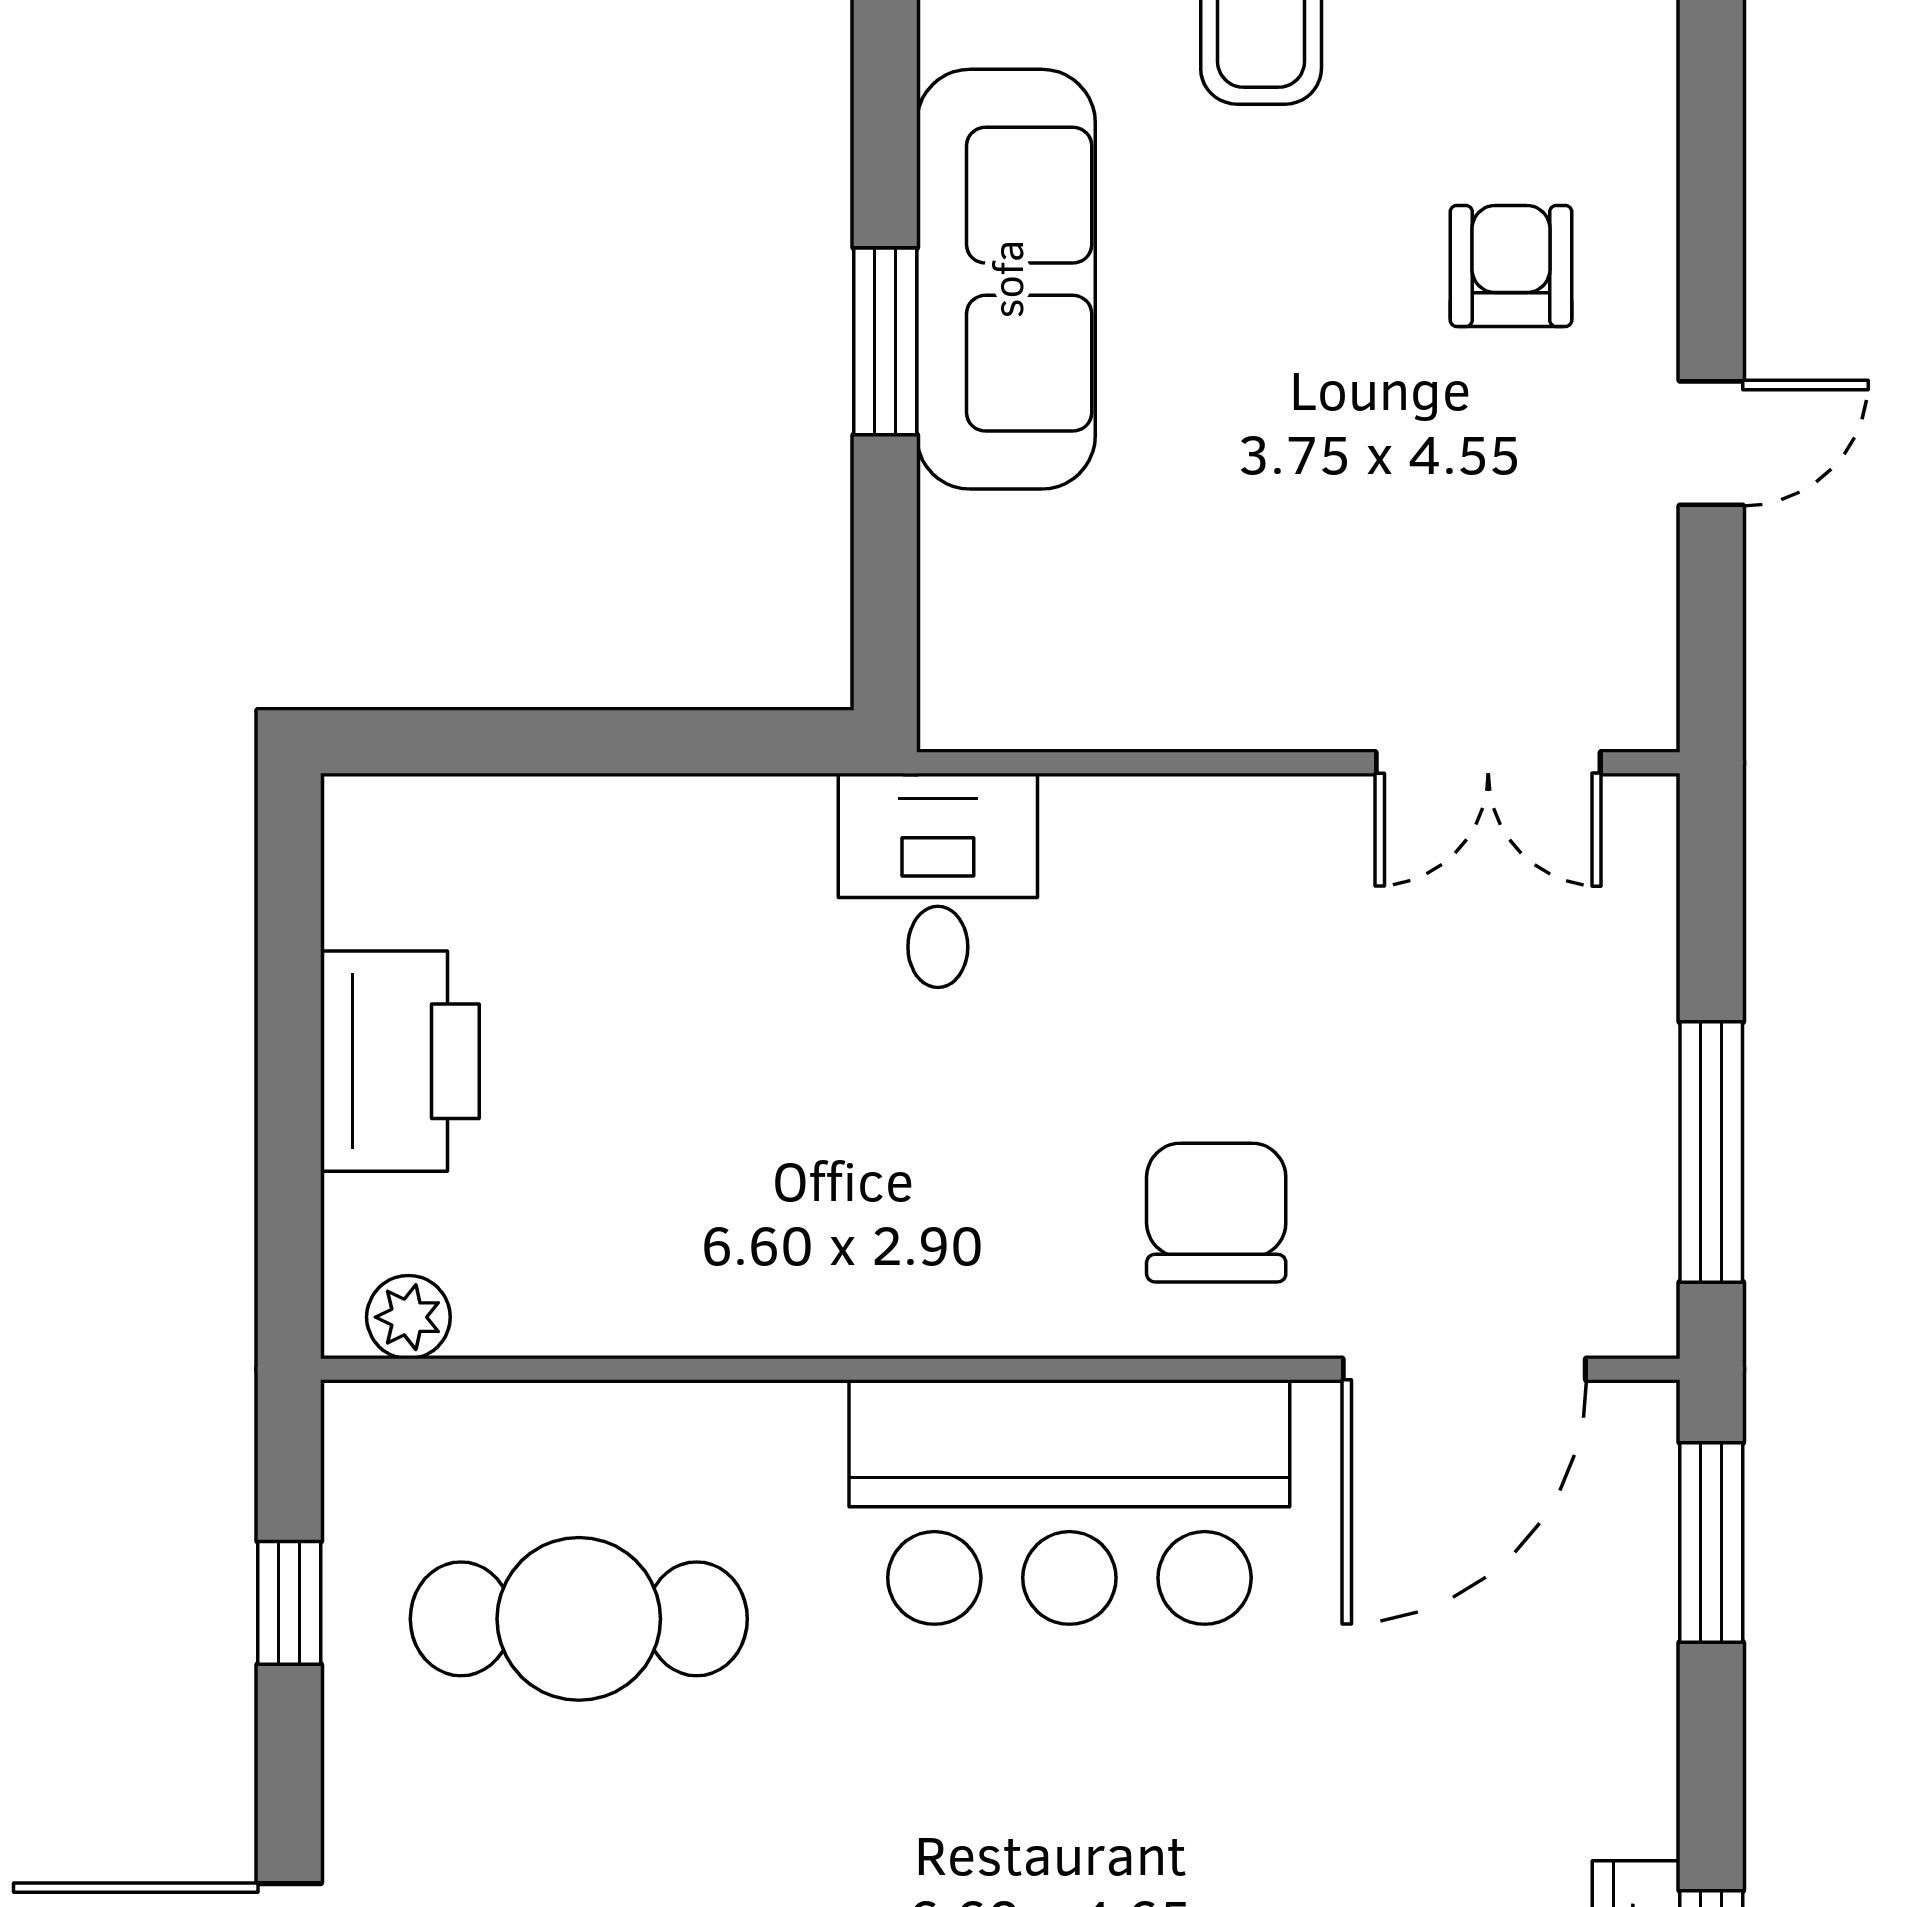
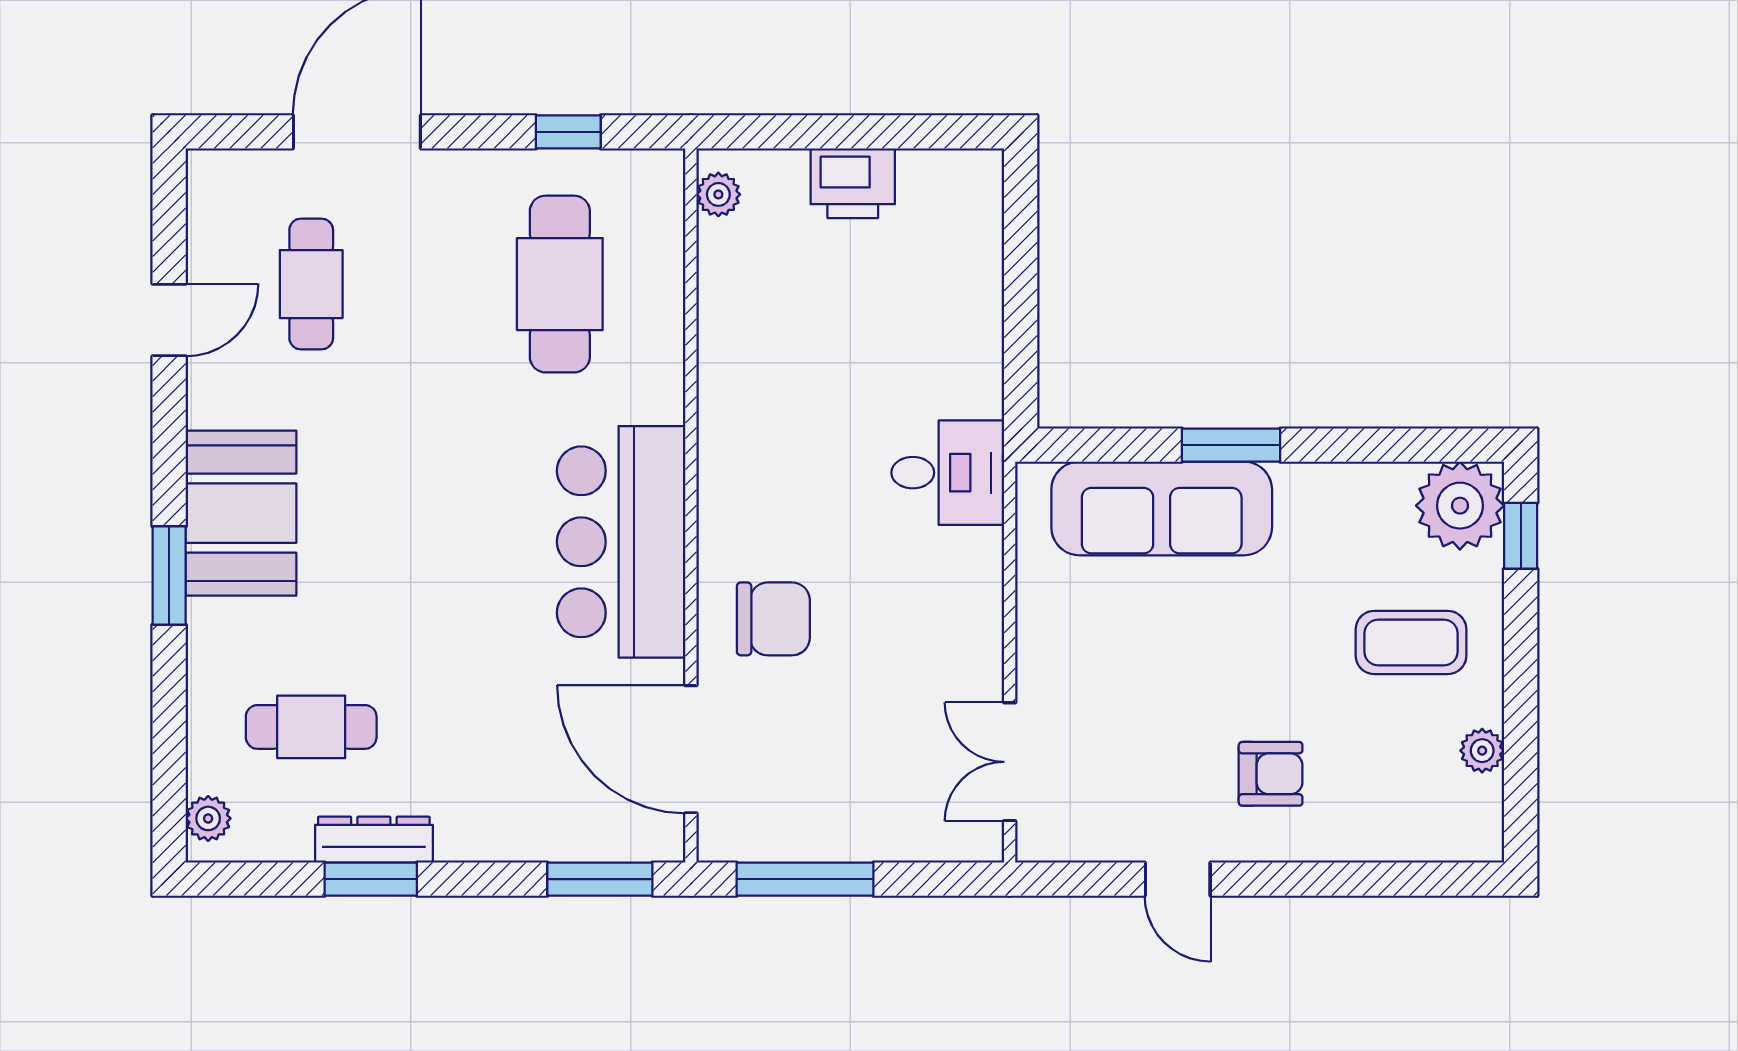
sofa: (1006, 279) -> (1162, 508), moved
printer: (400, 1061) -> (853, 183), width x0.73, depth x0.84

